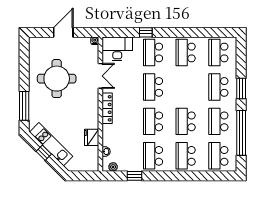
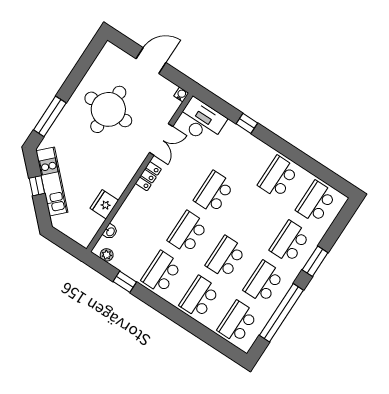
school desk: (153, 52) -> (240, 152), removed
locker: (107, 108) -> (148, 176), width x0.66

